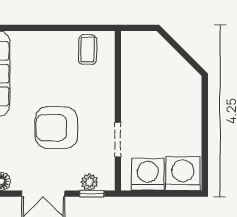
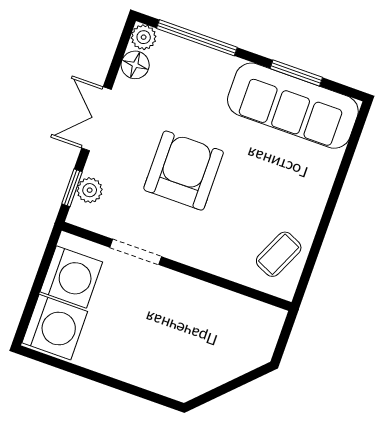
coffee table: (88, 50) -> (279, 254), turned -65

